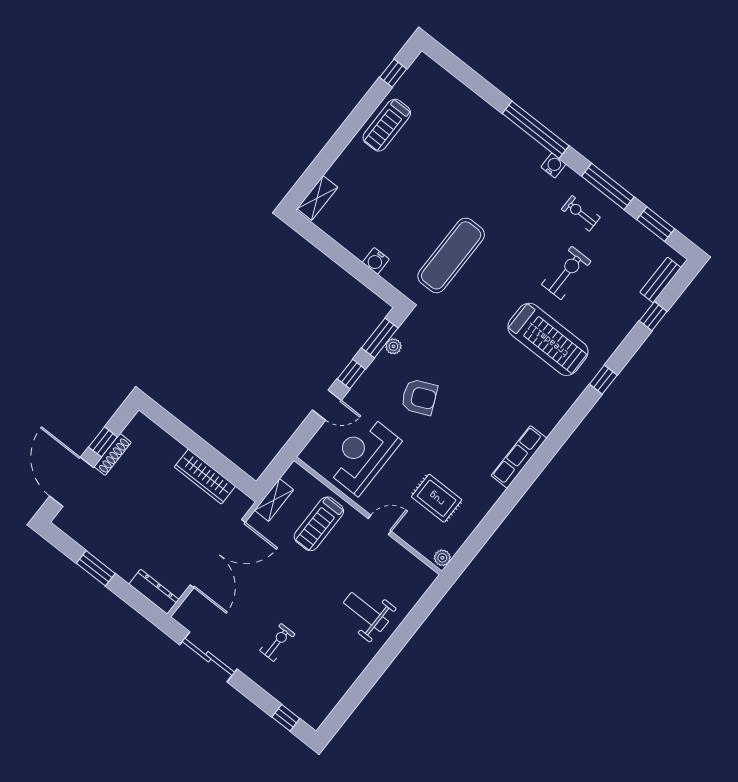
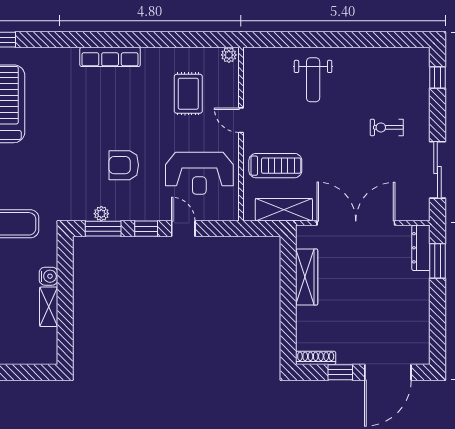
shelving: (317, 198) -> (49, 307), moved, turned 90
armchair: (419, 397) -> (124, 165), turned -66
shoe rack: (113, 454) -> (316, 358), moved
shelving: (274, 500) -> (284, 210), width x1.50, depth x1.33
window: (96, 568) -> (437, 261), moved

